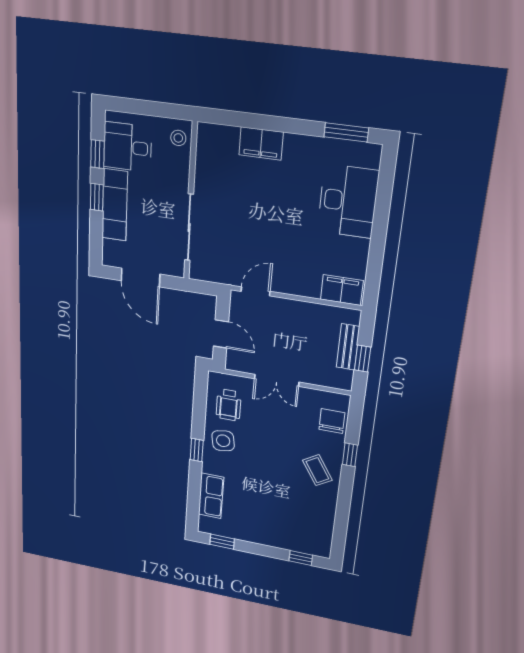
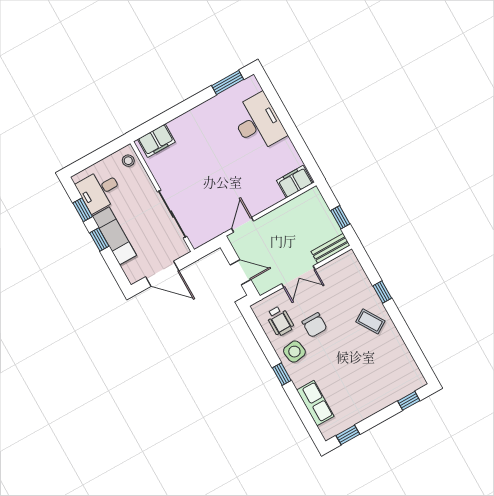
filing cabinet: (261, 144) -> (156, 141), moved
bench: (348, 347) -> (331, 248), moved, turned 90
chair: (332, 421) -> (315, 325), moved, turned 180

